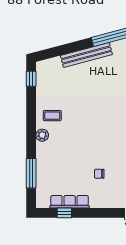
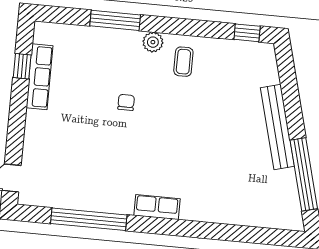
window: (31, 173) -> (115, 20), moved
chair: (99, 174) -> (126, 102), moved

